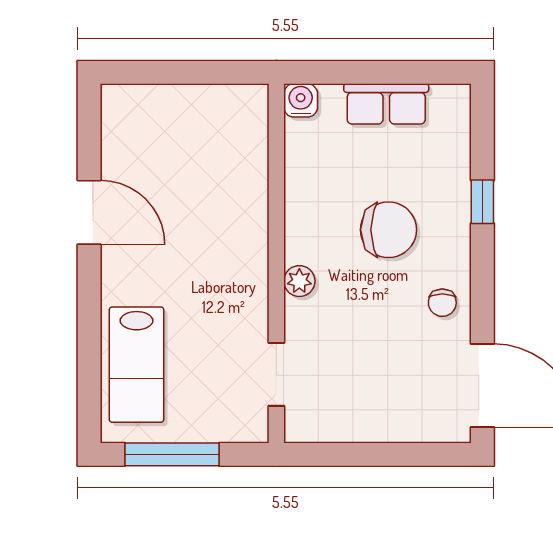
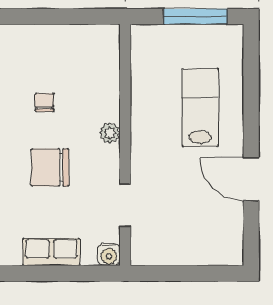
chair: (442, 303) -> (44, 103), moved
lab bench: (136, 365) -> (200, 107), moved
doorway: (276, 374) -> (125, 205), moved

